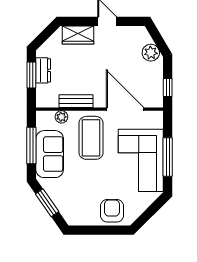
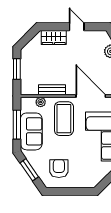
dresser: (43, 70) -> (26, 65), removed
armchair: (112, 211) -> (59, 169), moved

